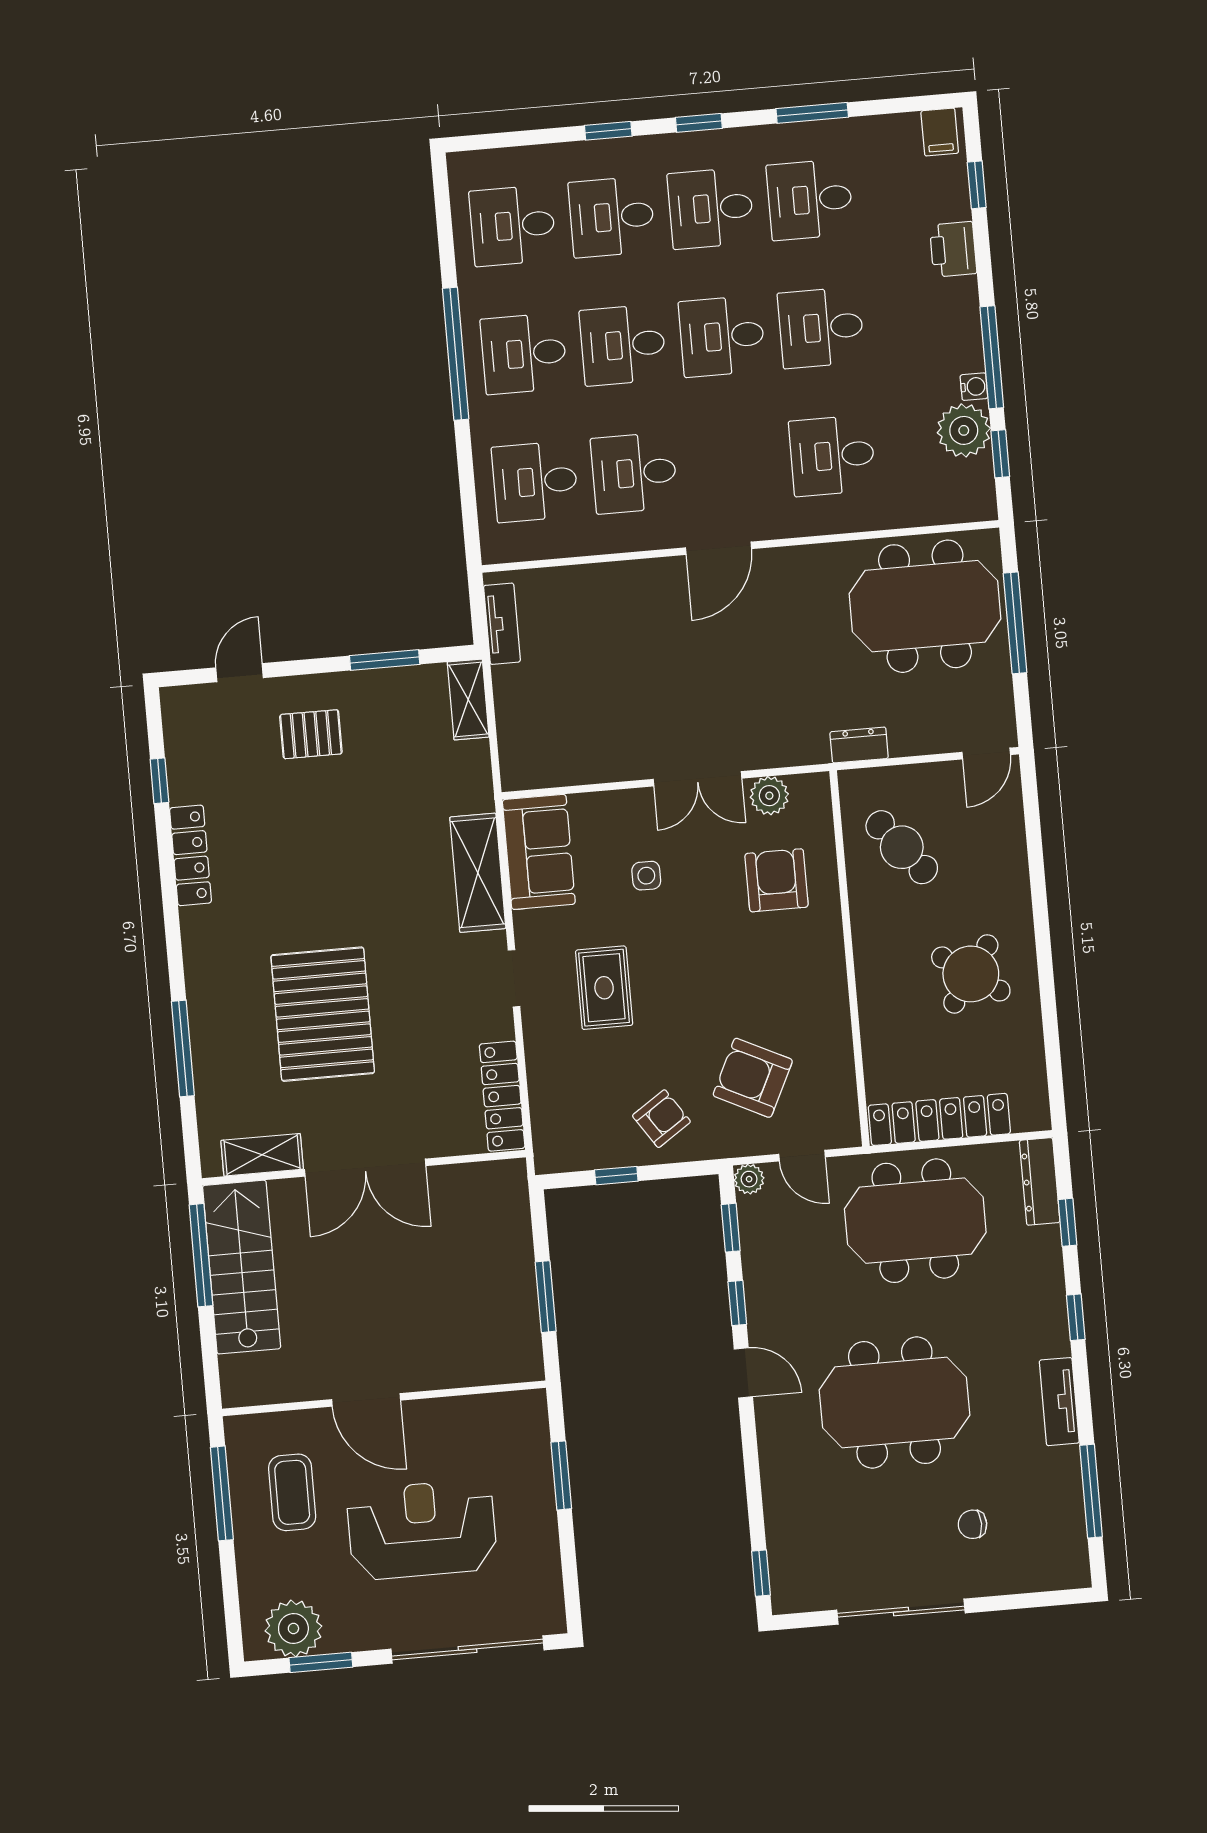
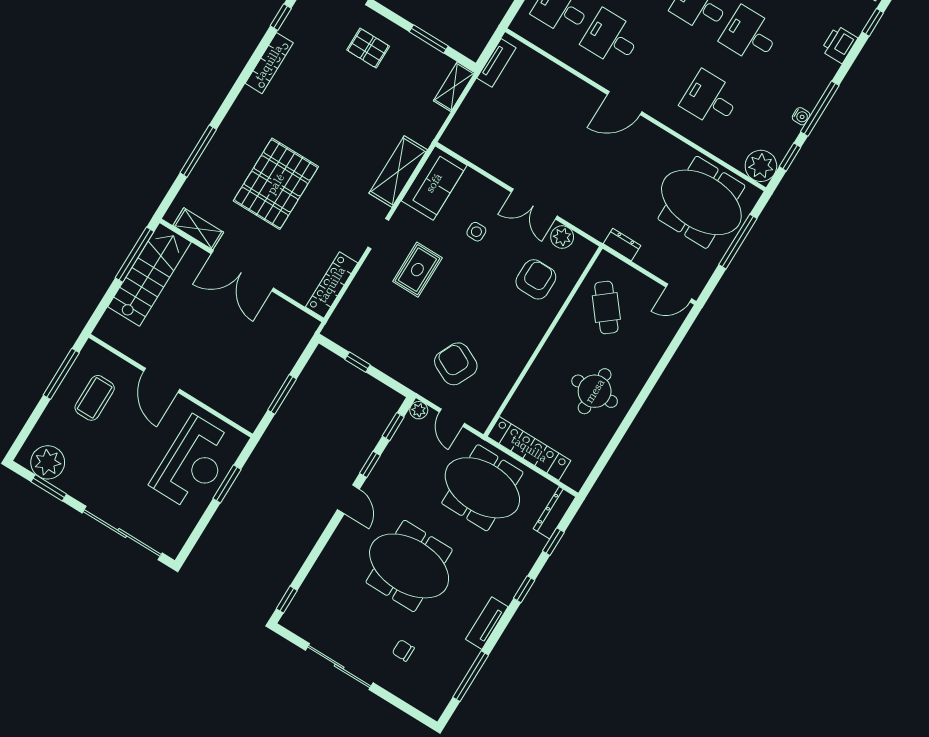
plant: (964, 430) -> (761, 166), moved
round table: (971, 974) -> (595, 391), turned -35
armchair: (661, 1119) -> (399, 351), removed
reception desk: (422, 1530) -> (193, 463), moved, turned 90

